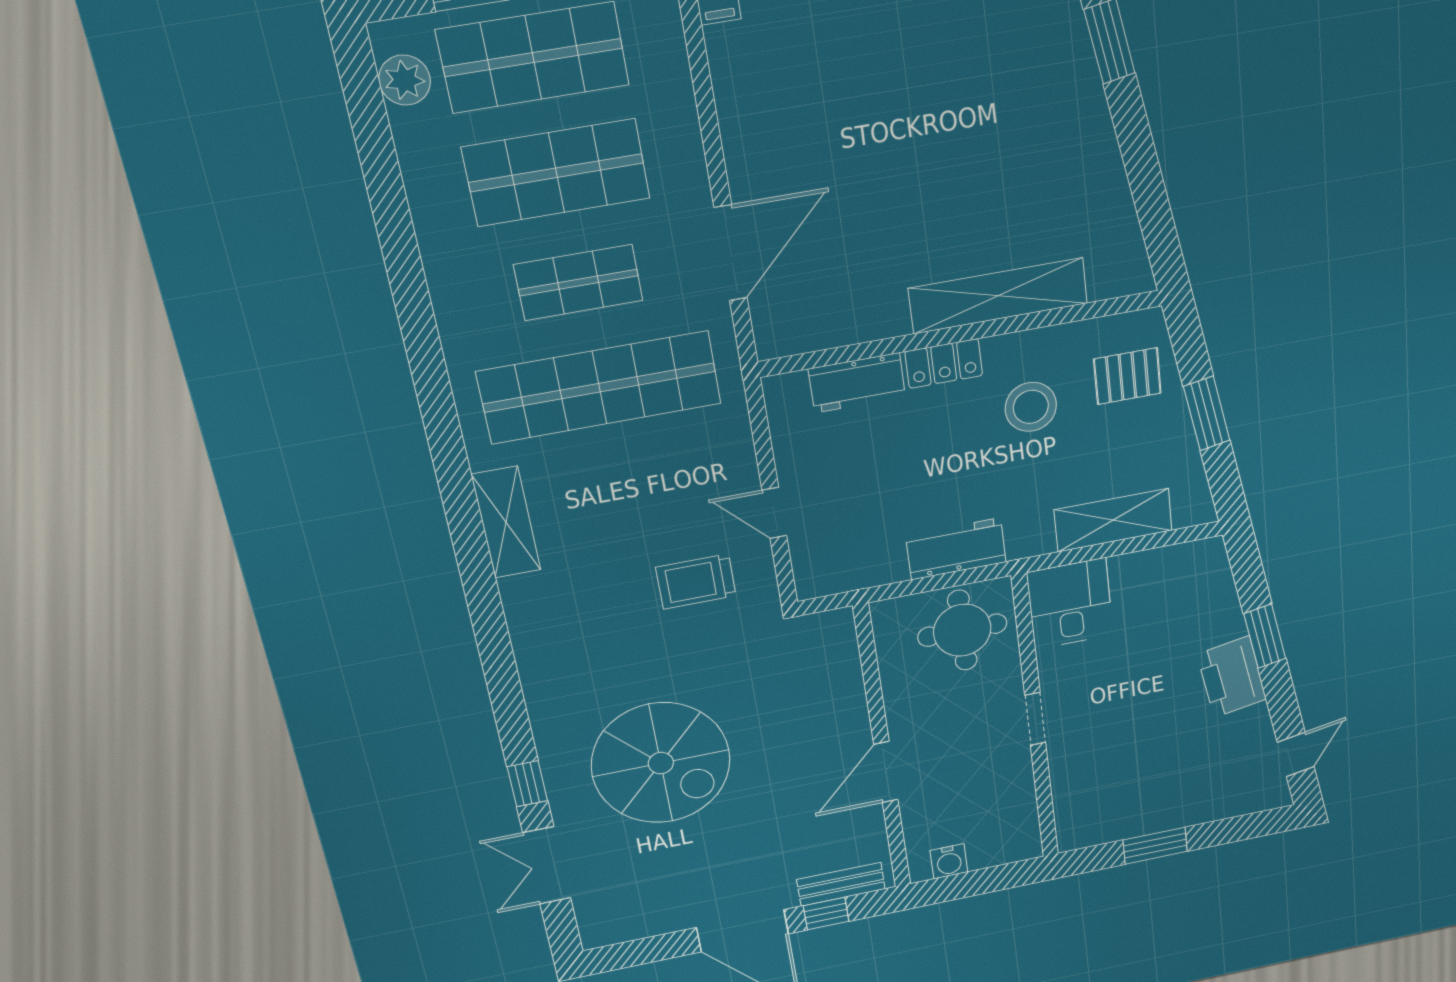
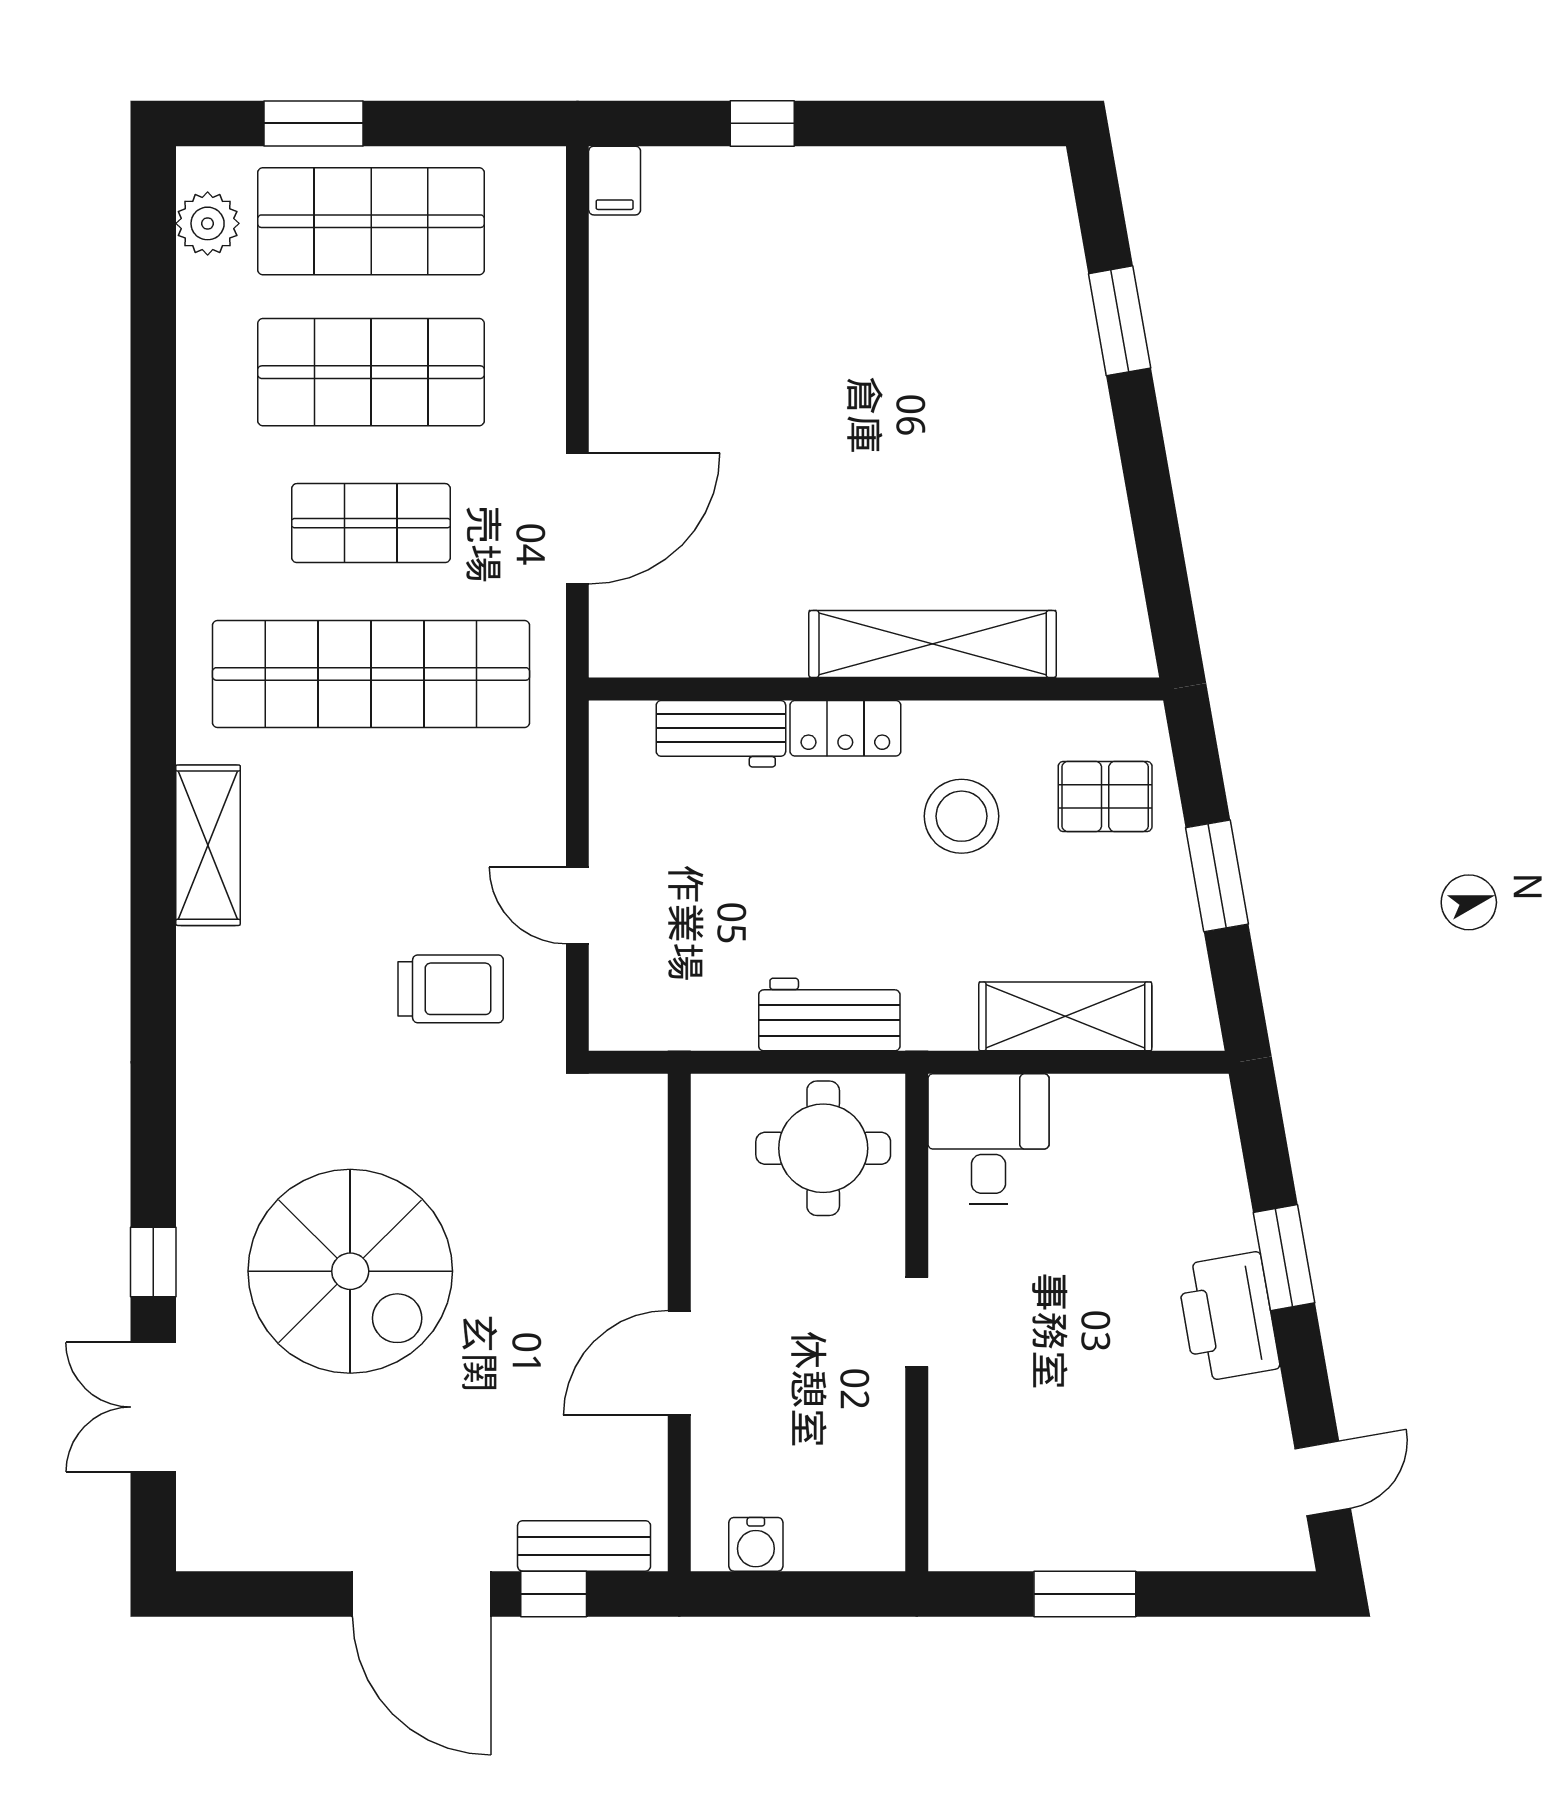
trolley: (696, 582) -> (451, 989), turned 180

